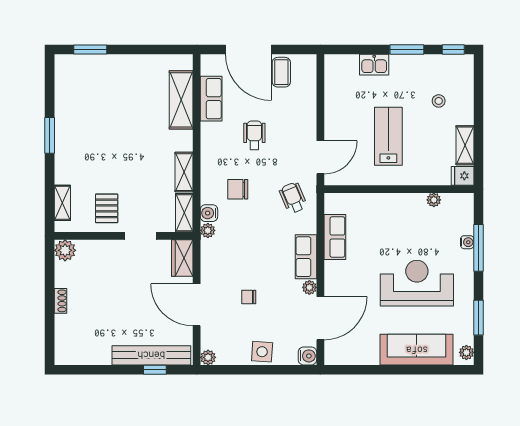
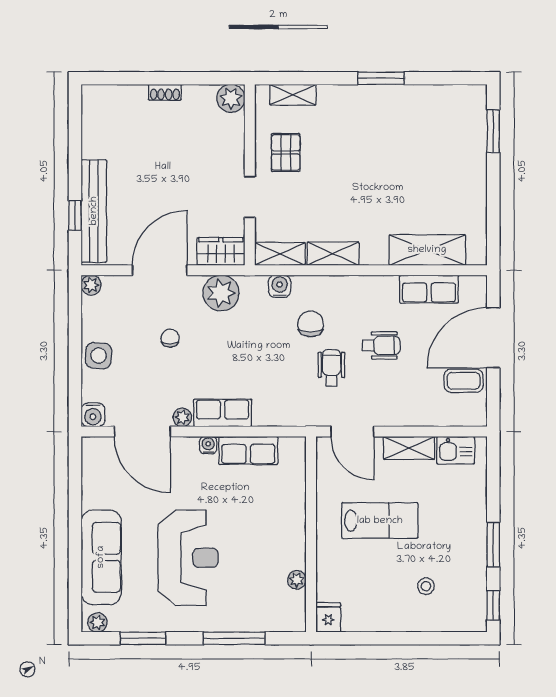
kitchen sink: (374, 65) -> (456, 450), moved, turned -90
shelving: (465, 145) -> (409, 448), moved
wheelchair: (293, 198) -> (331, 368), moved, turned -67
pallet: (107, 208) -> (286, 152), turned 90
plant: (208, 230) -> (221, 293), moved, width x1.88, depth x1.88
water cooler: (467, 242) -> (208, 445), moved, turned 180

